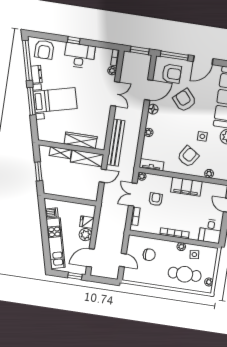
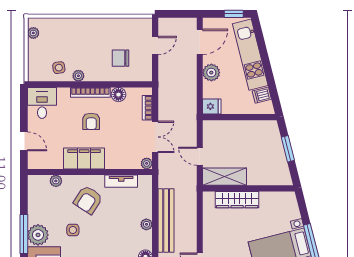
bench: (116, 143) -> (166, 220), moved
shelving: (60, 153) -> (262, 179), removed
tv unit: (152, 165) -> (121, 181), moved
door: (103, 176) -> (200, 156), hinge flipped
armchair: (156, 199) -> (91, 121), moved
fridge: (87, 222) -> (212, 106), moved
floor lamp: (155, 229) -> (118, 95), added
door: (123, 260) -> (155, 45), swing flipped
cafe table: (185, 274) -> (68, 39), removed
window: (75, 276) -> (234, 14), moved

